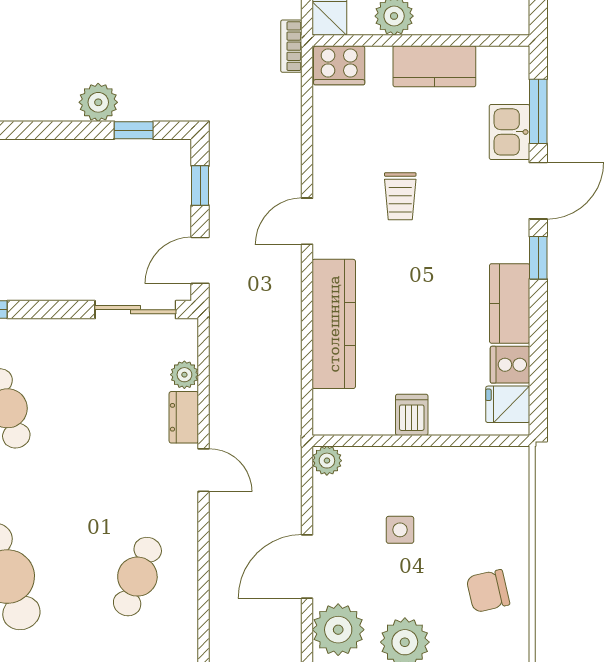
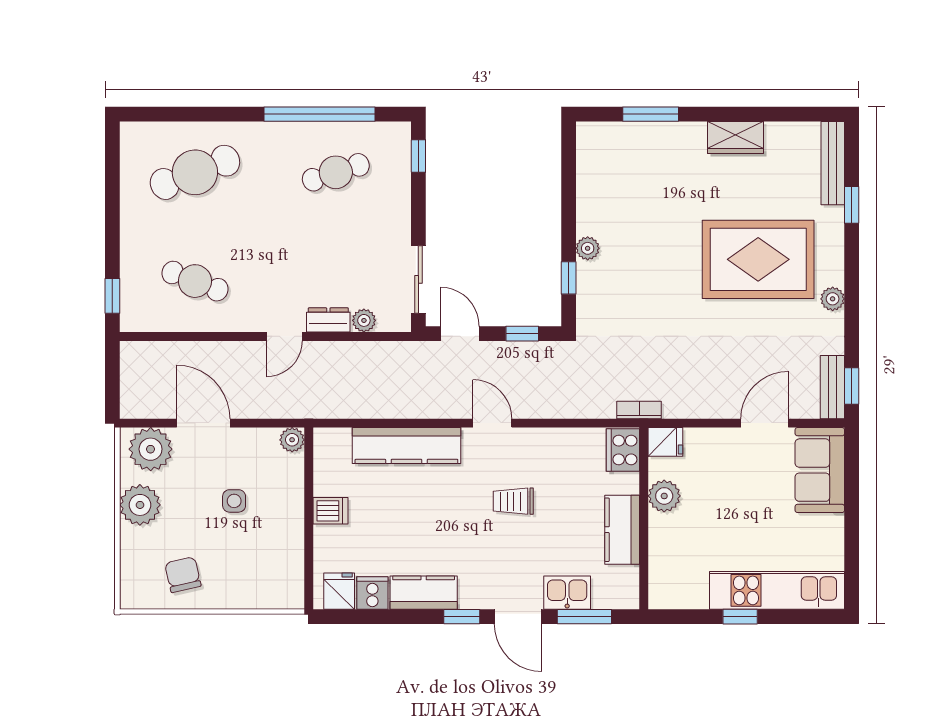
plant: (98, 102) -> (588, 248), width x0.73, depth x0.73

